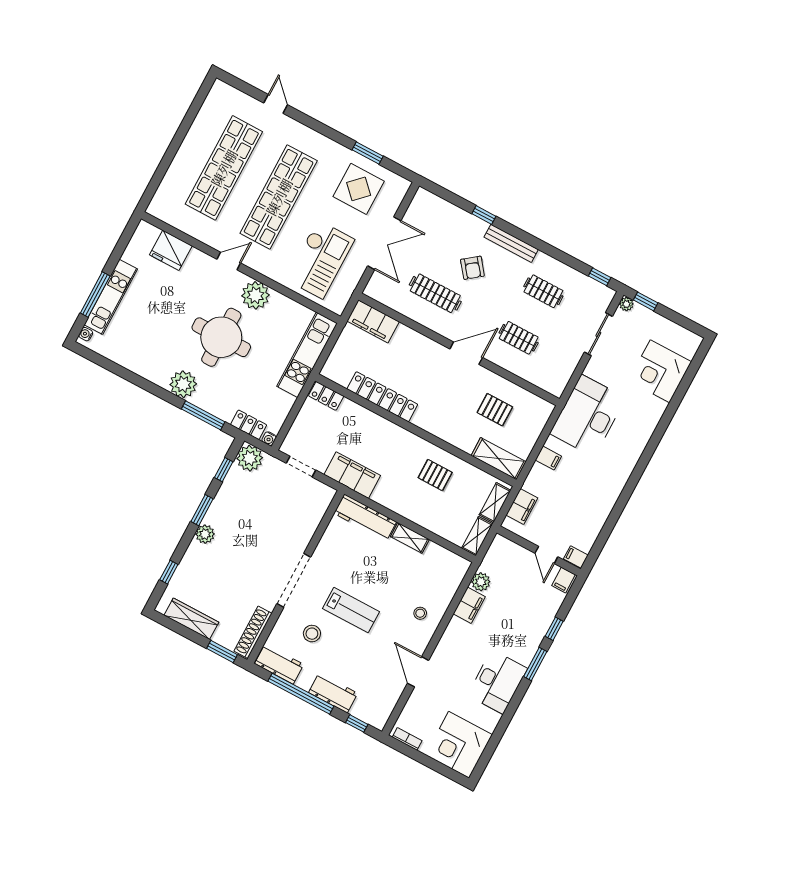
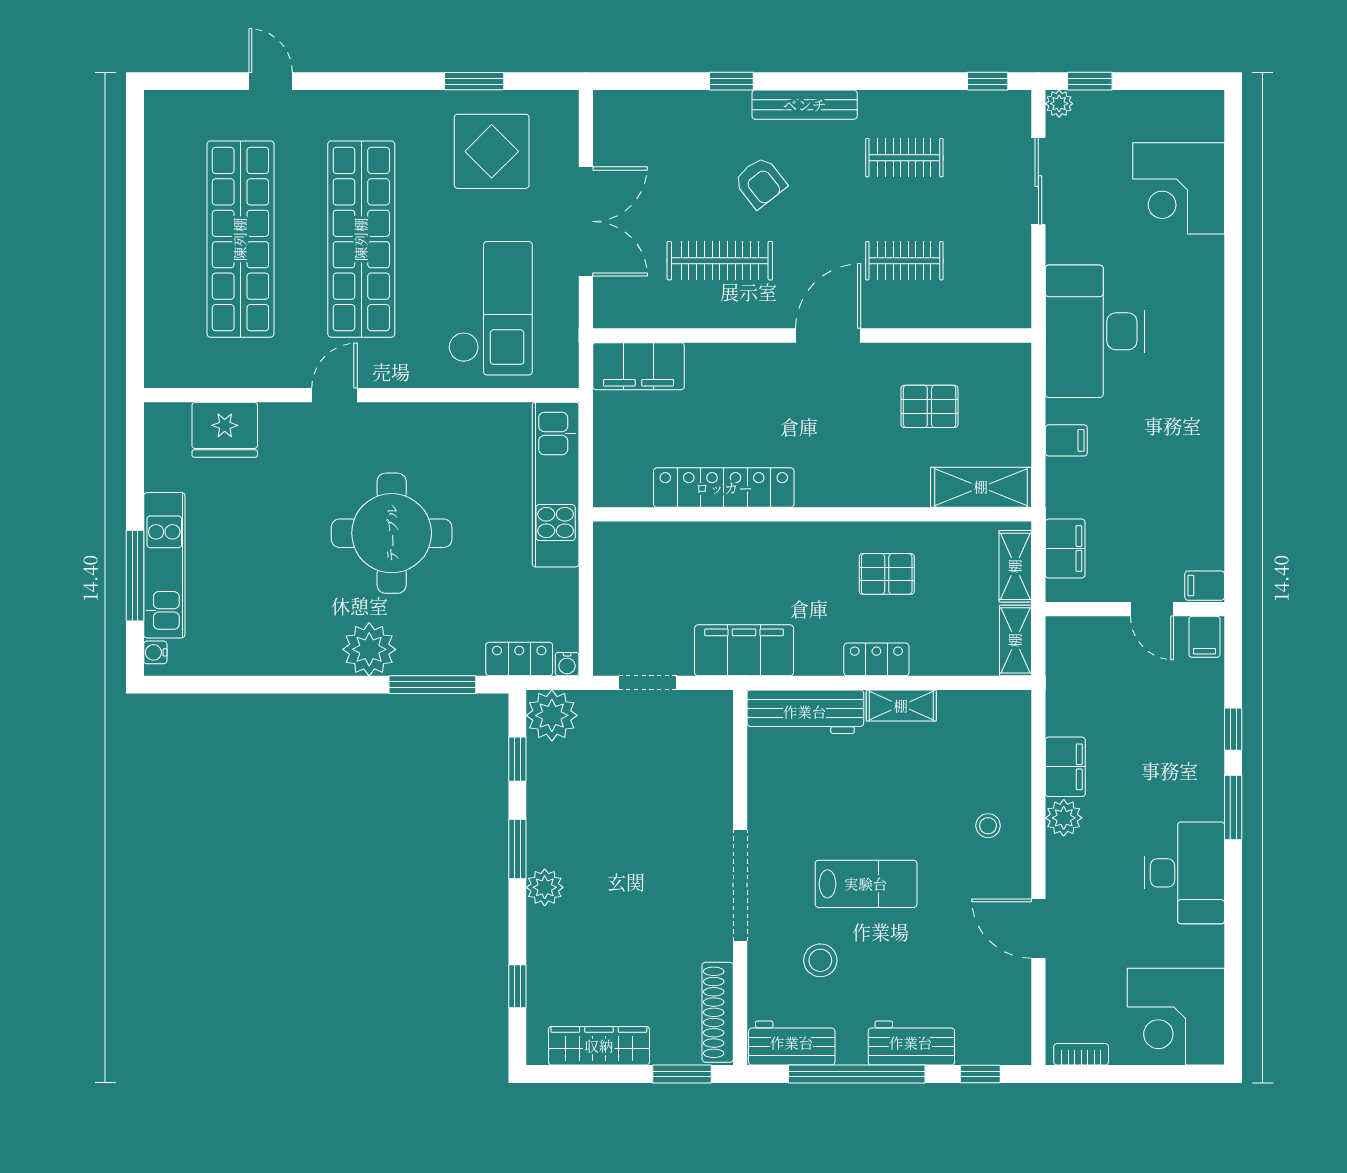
plant: (255, 295) -> (412, 430), removed
locker: (326, 396) -> (876, 659), moved, turned 180
plant: (481, 582) -> (1064, 818), moved

